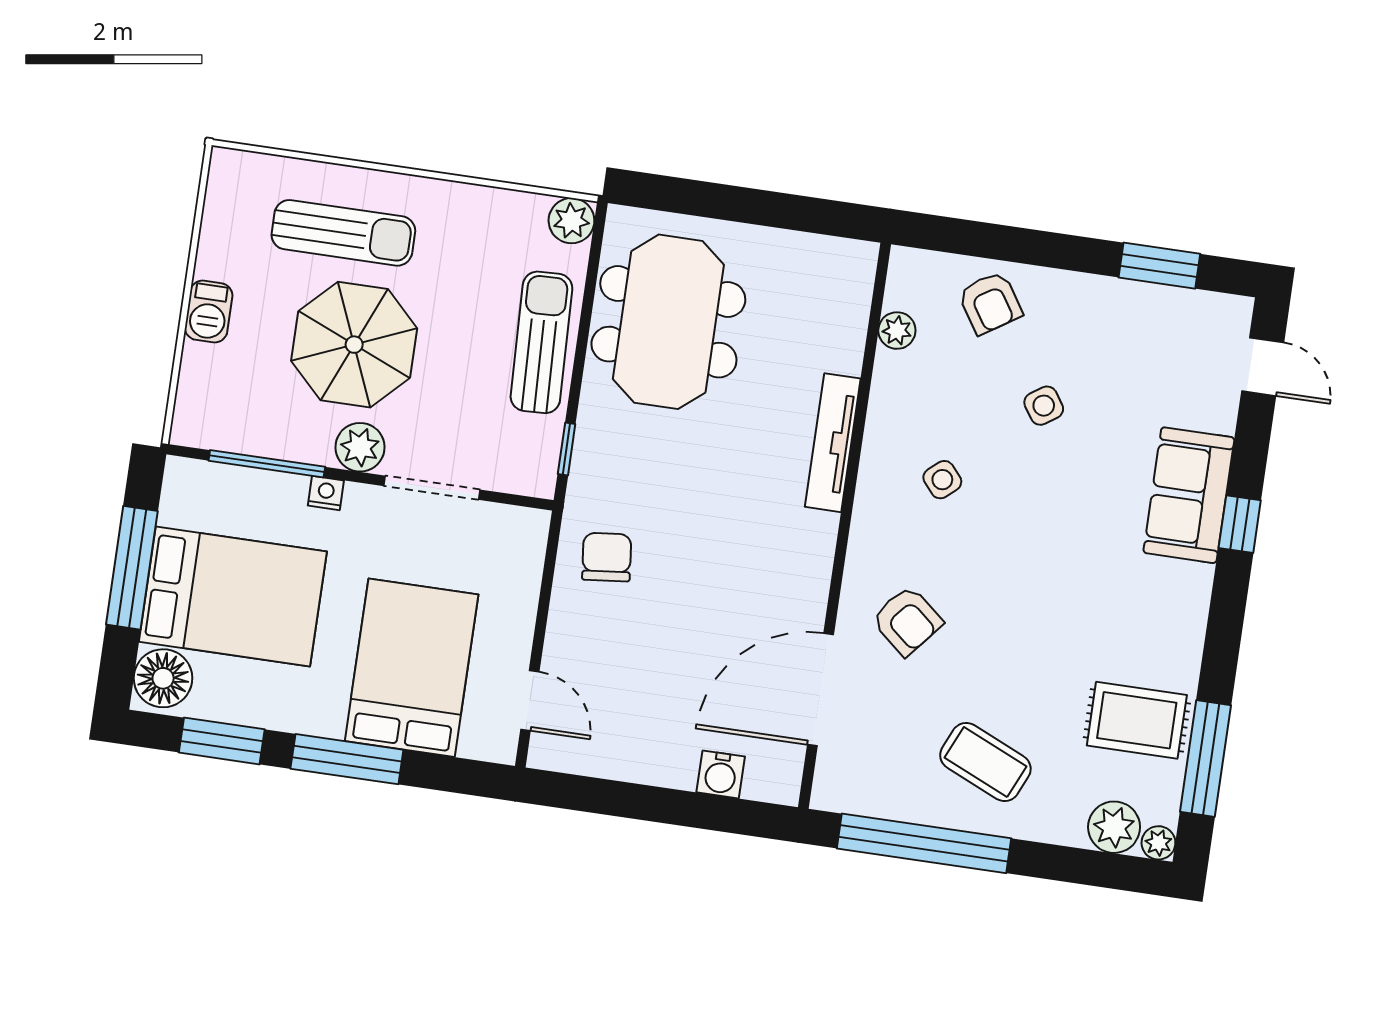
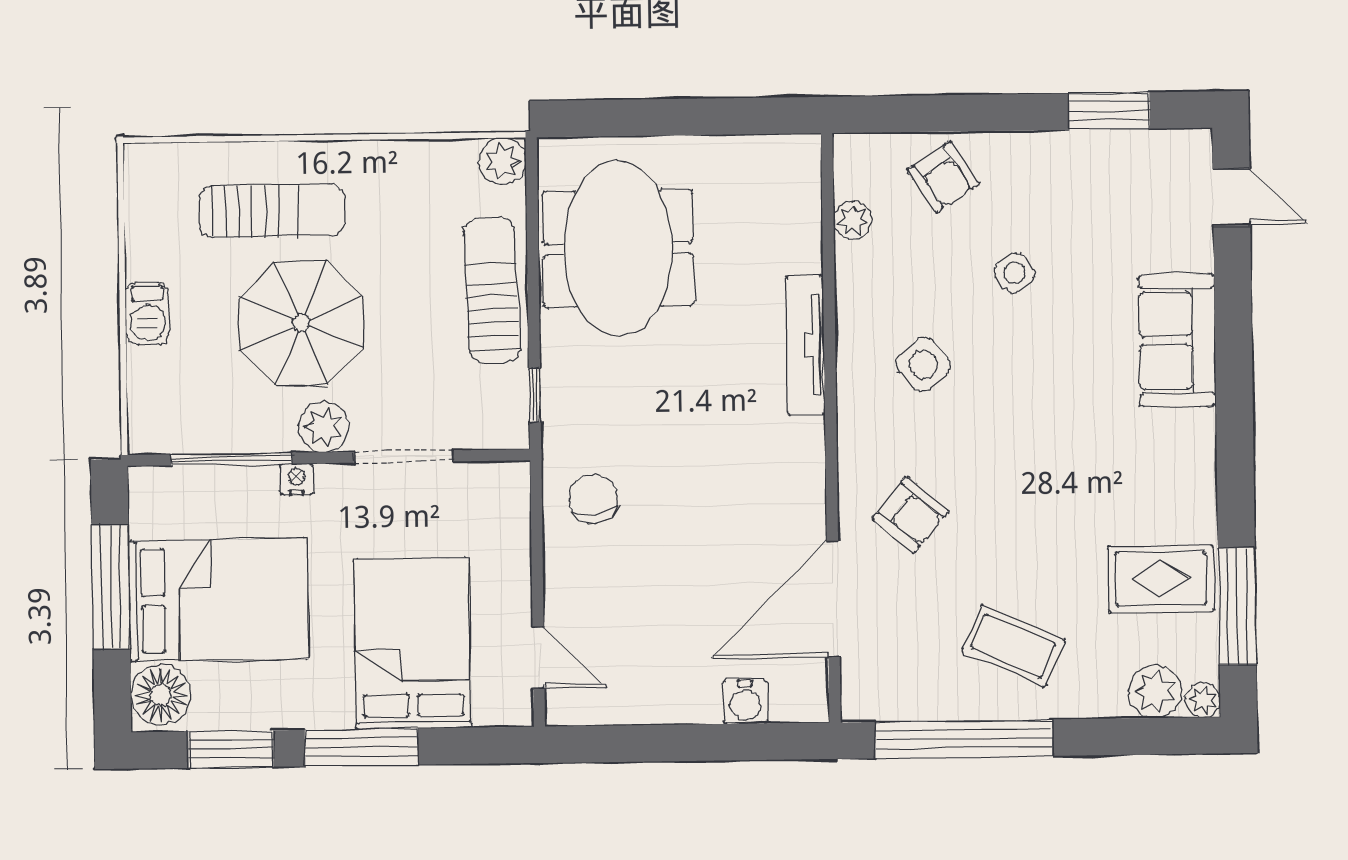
side table: (942, 480) -> (923, 365), width x1.37, depth x1.37
window: (1240, 524) -> (1234, 362), removed

